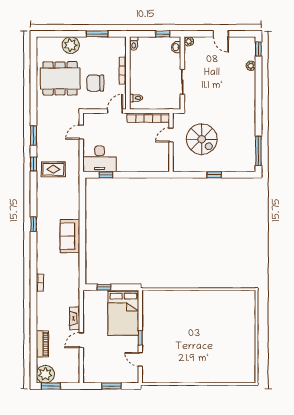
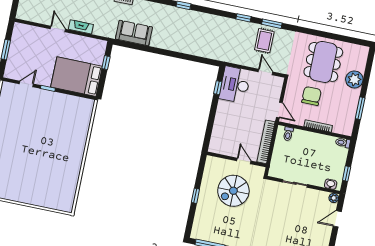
door: (221, 34) -> (337, 219), moved
rug: (53, 169) -> (264, 41), moved
sofa: (70, 236) -> (134, 33), moved

